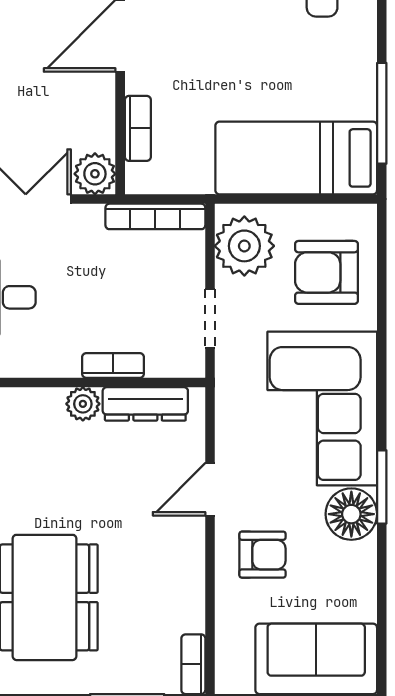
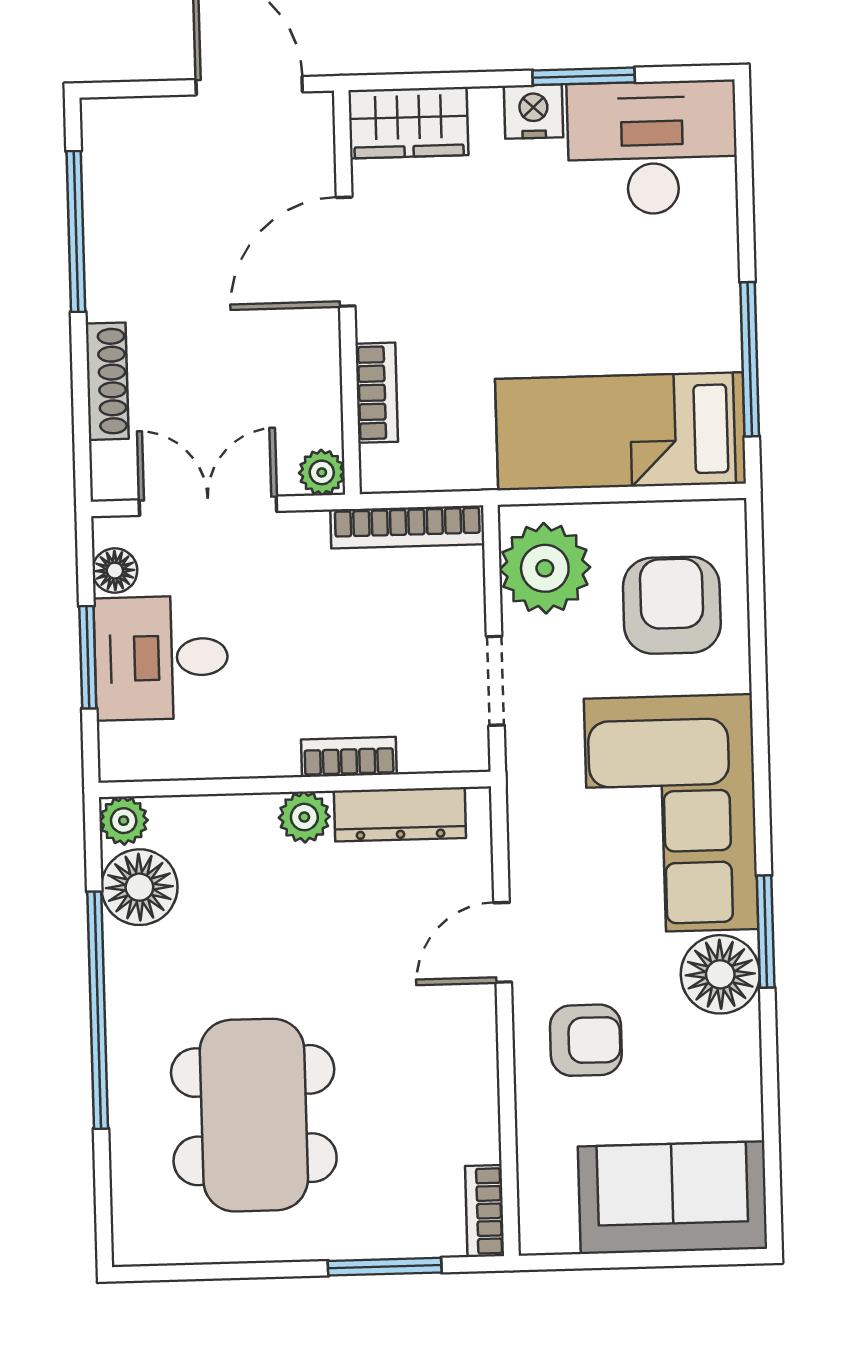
plant: (95, 174) -> (322, 472), width x0.73, depth x0.73
armchair: (326, 272) -> (672, 605), turned 90

